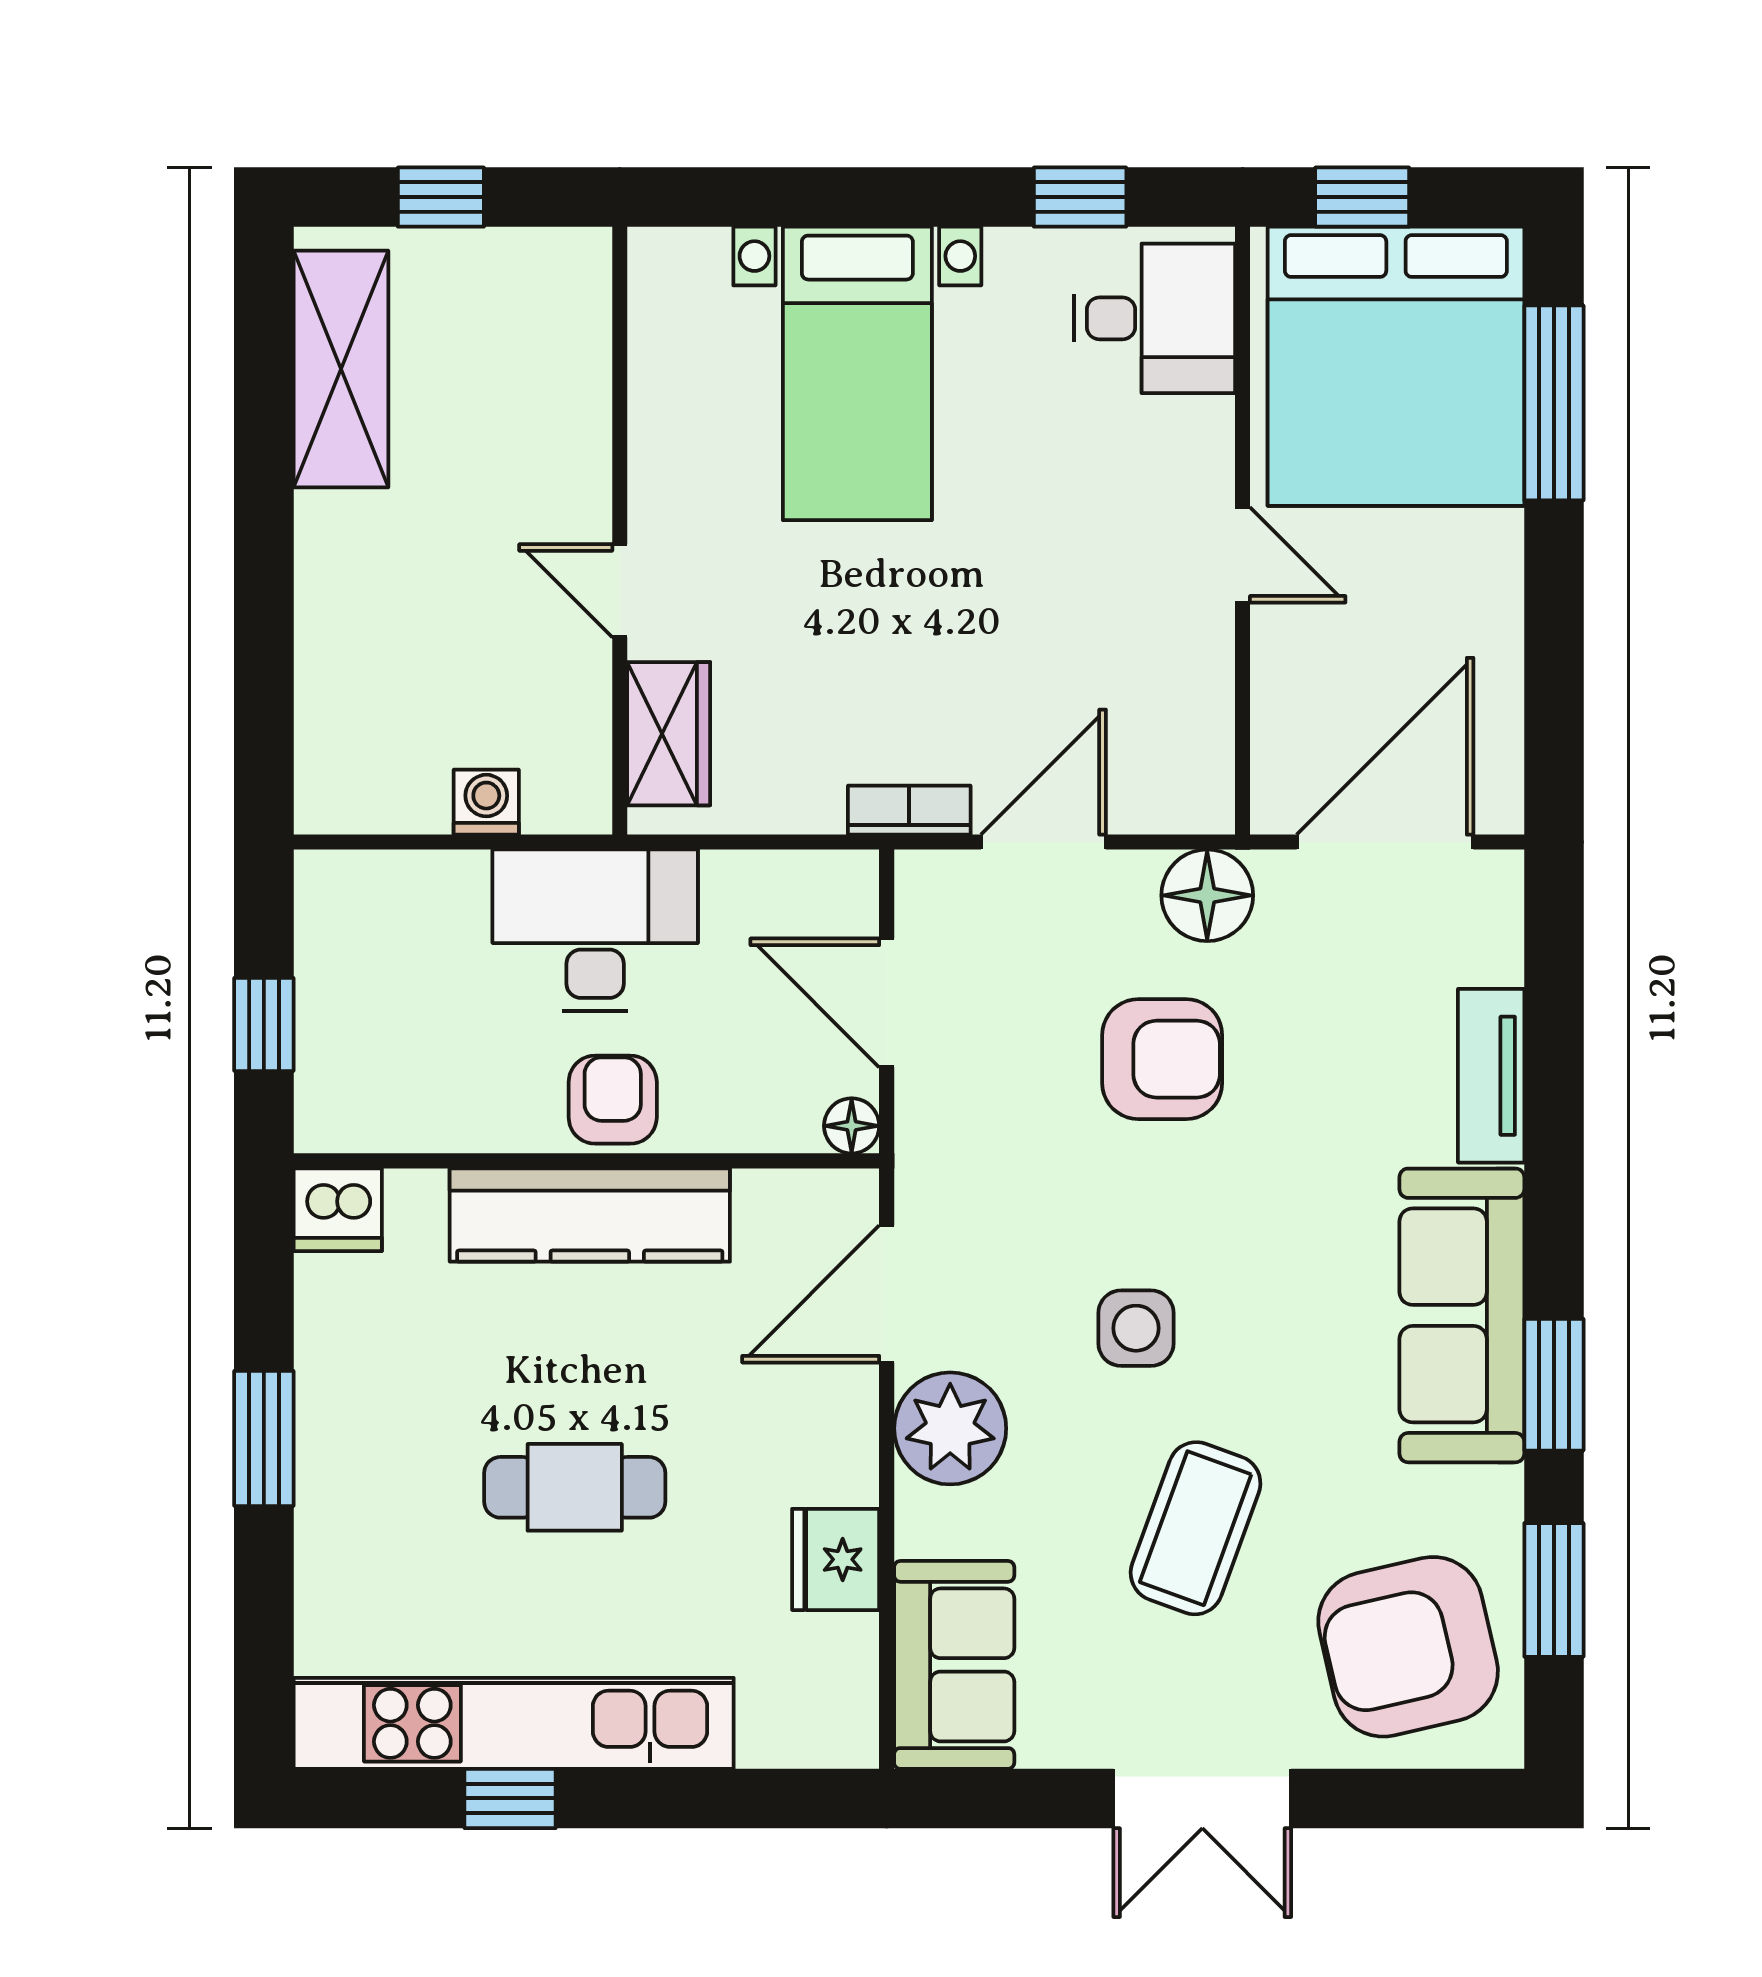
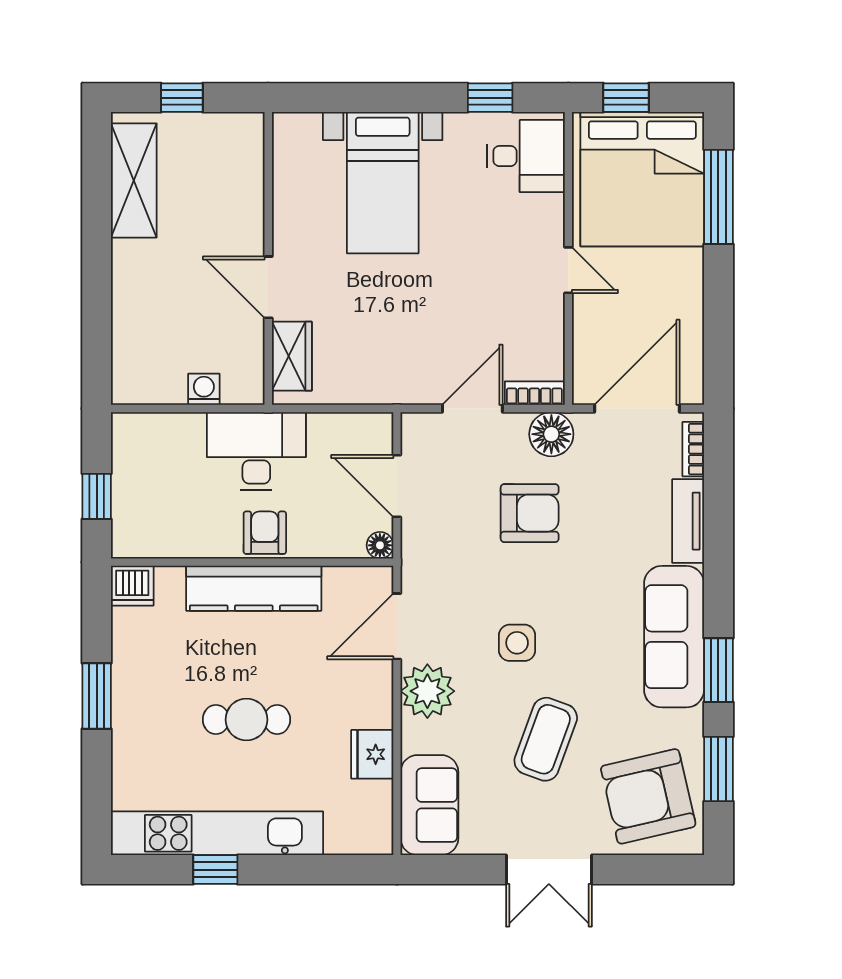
door: (620, 591) -> (268, 287), width x1.38
bookcase: (909, 810) -> (534, 393), moved
bookcase: (1502, 926) -> (693, 449), added

